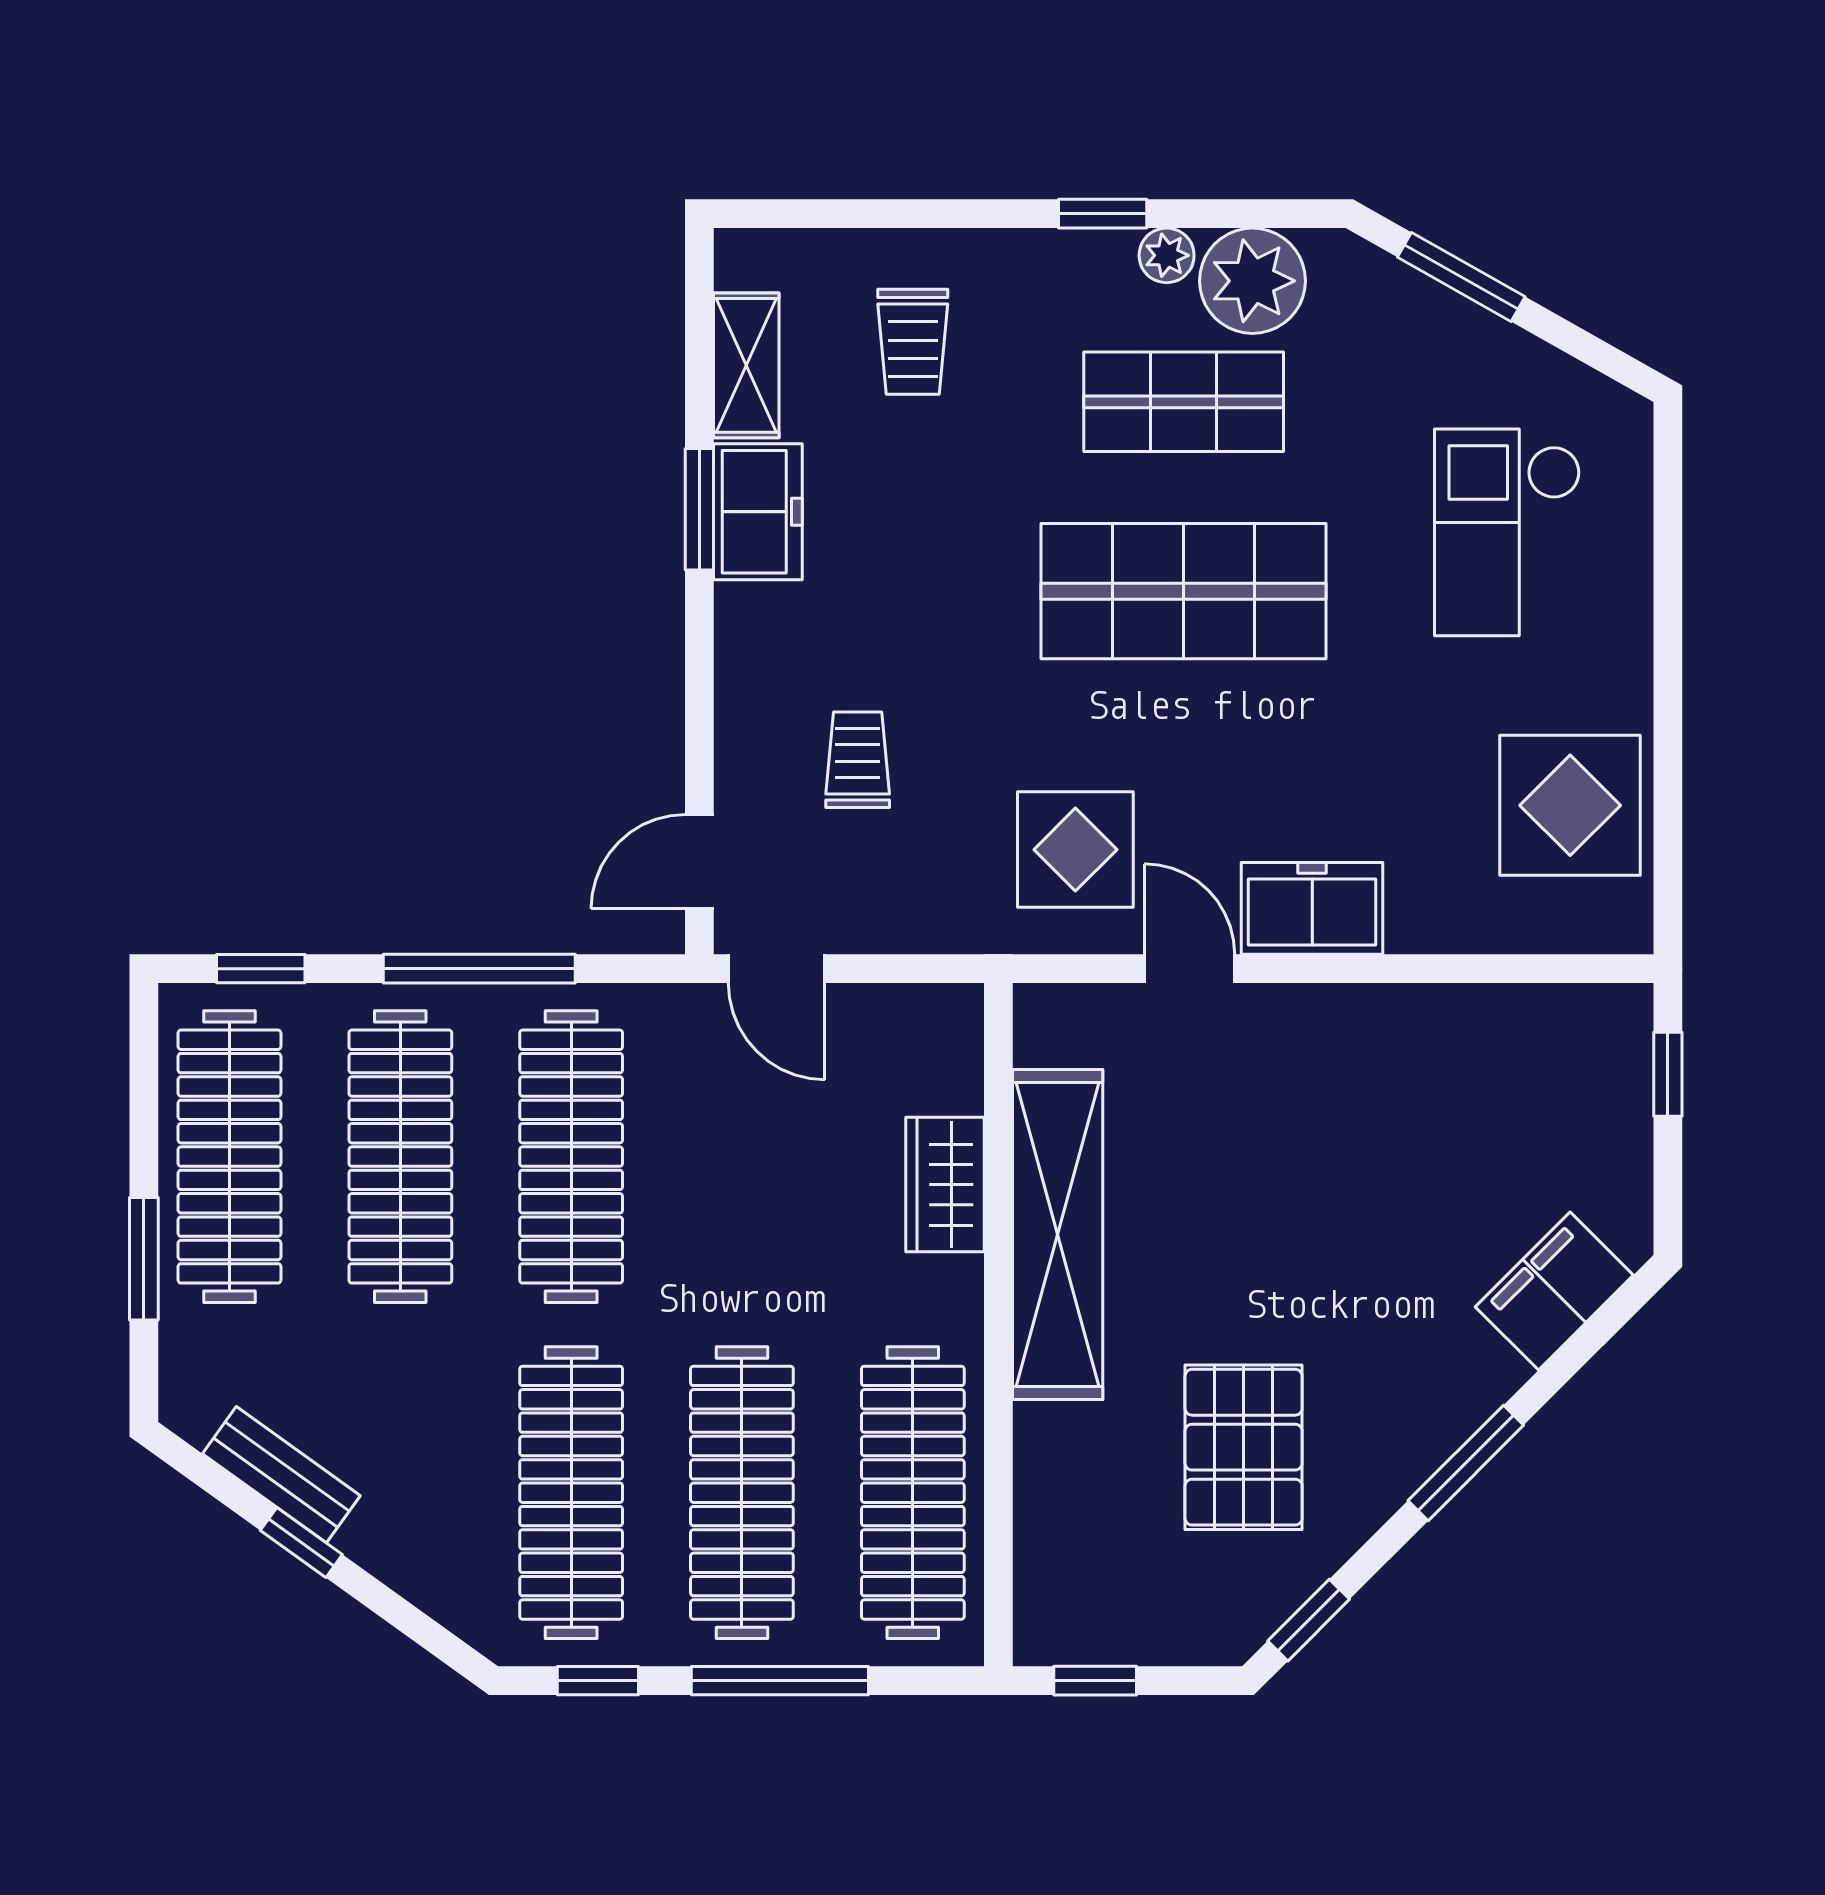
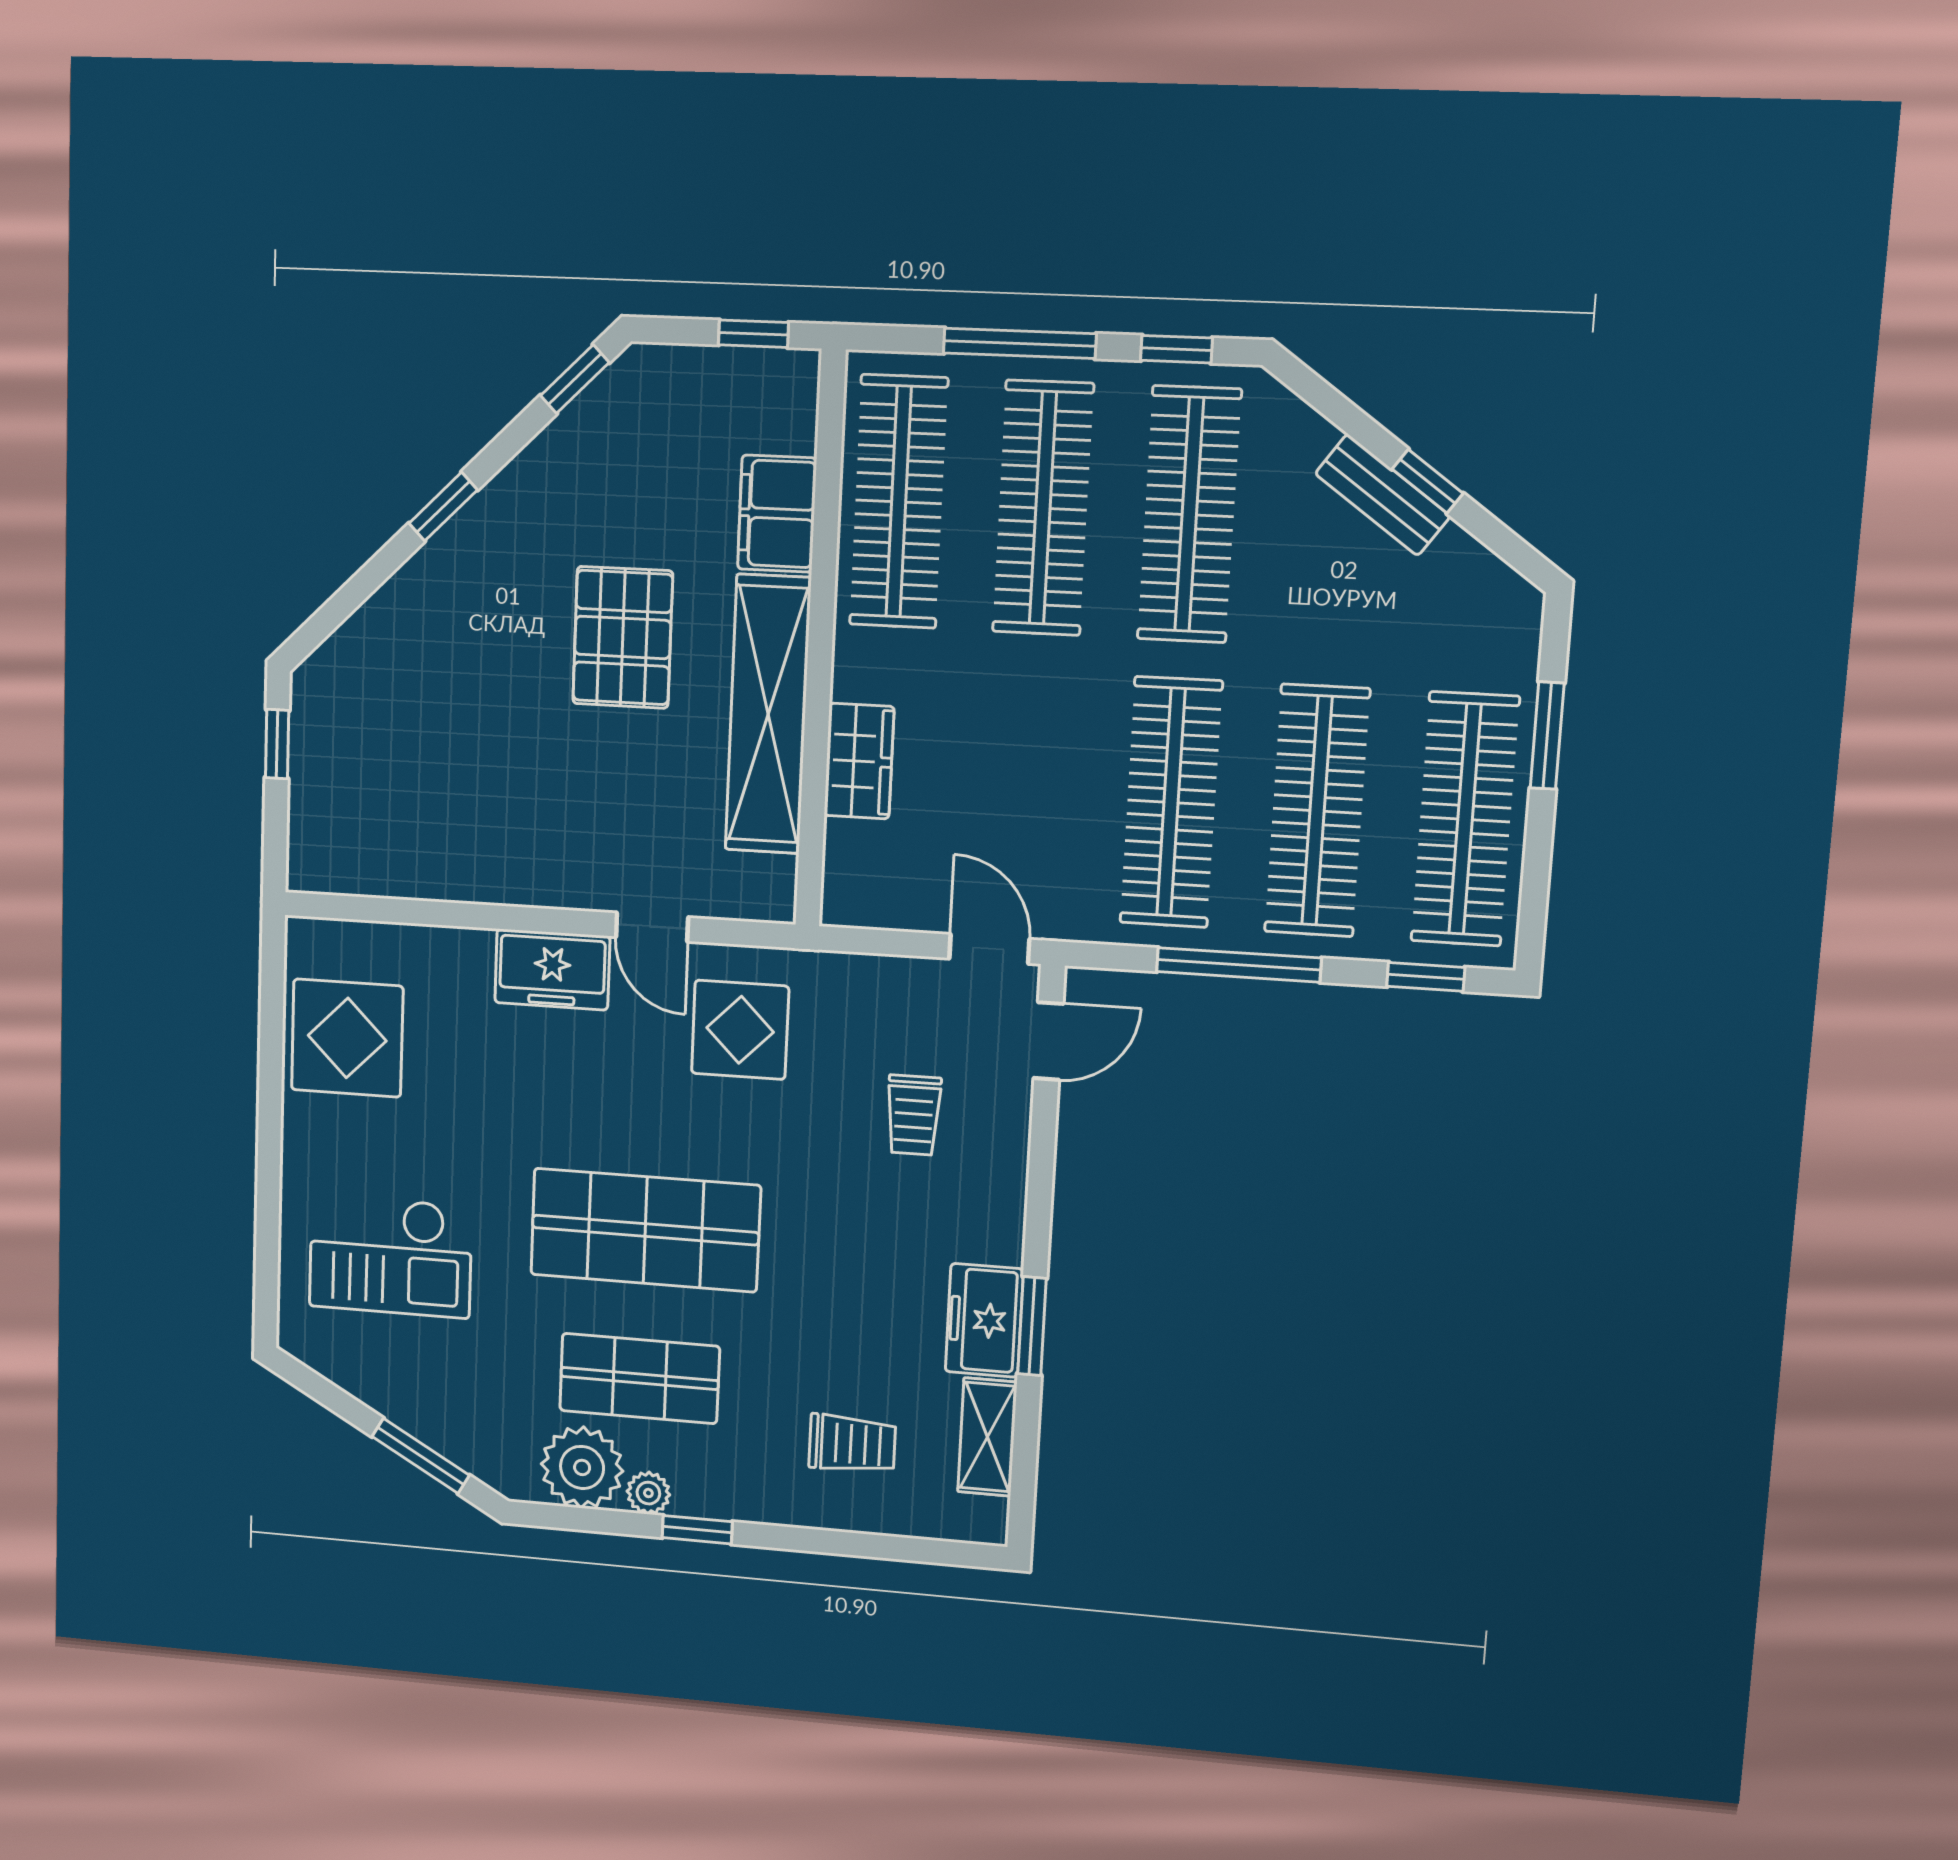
trolley: (913, 342) -> (852, 1444), turned 90
checkout: (1507, 532) -> (390, 1256), turned 90
window: (1668, 1074) -> (277, 744), moved
filing cabinet: (1554, 1291) -> (777, 514), moved, turned 135
pallet: (1244, 1447) -> (623, 637), moved
window: (1466, 1463) -> (443, 507), width x0.67
bench: (281, 1475) -> (1383, 495), moved

